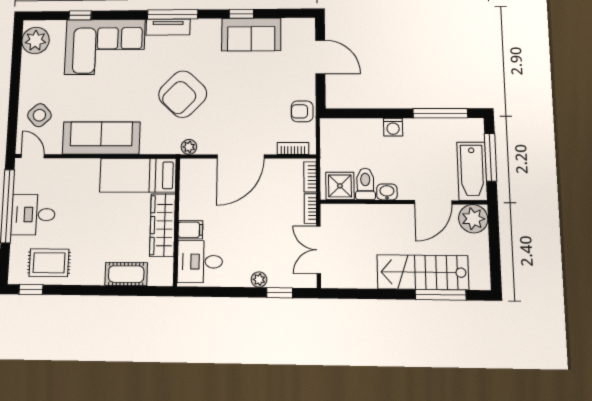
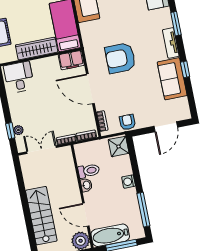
window: (173, 14) -> (176, 24), width x0.69
tv unit: (168, 27) -> (171, 43), moved
armchair: (183, 94) -> (120, 58), moved, turned -44
plant: (189, 147) -> (90, 54), removed
shower: (340, 186) -> (119, 146), moved
filing cabinet: (190, 230) -> (71, 60), moved, width x2.00
plant: (259, 280) -> (18, 130), moved
window: (441, 295) -> (30, 229), removed

